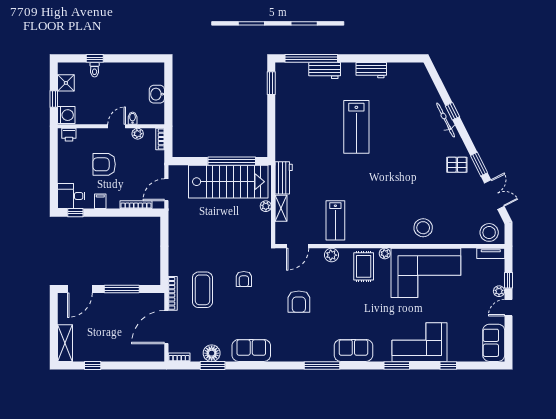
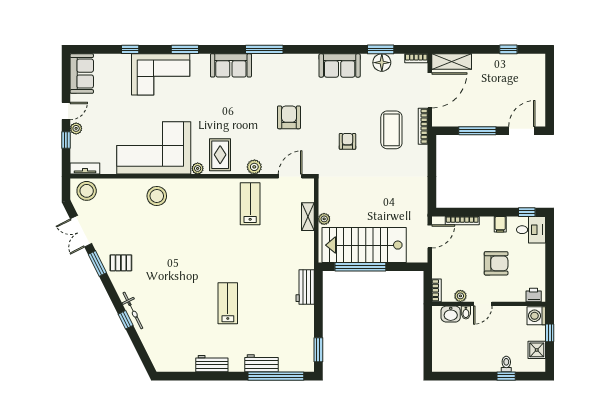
washbasin: (157, 94) -> (451, 314), moved, turned 90
lab bench: (356, 127) -> (228, 303), width x0.73, depth x0.72
workbench: (284, 178) -> (305, 287), moved
shelving: (65, 343) -> (452, 62), moved, turned 90

